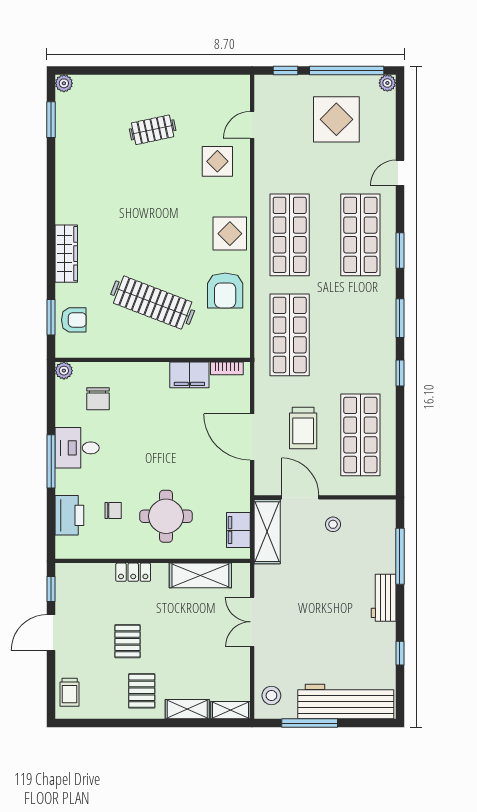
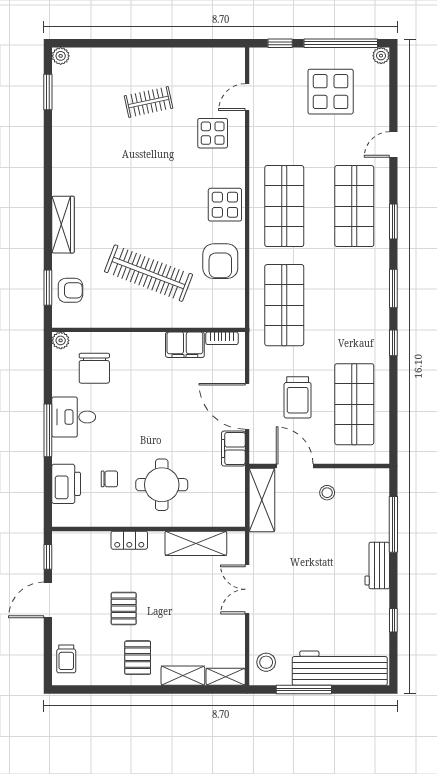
chair: (98, 399) -> (94, 368), width x1.37, depth x1.37
filing cabinet: (238, 530) -> (233, 449), moved

